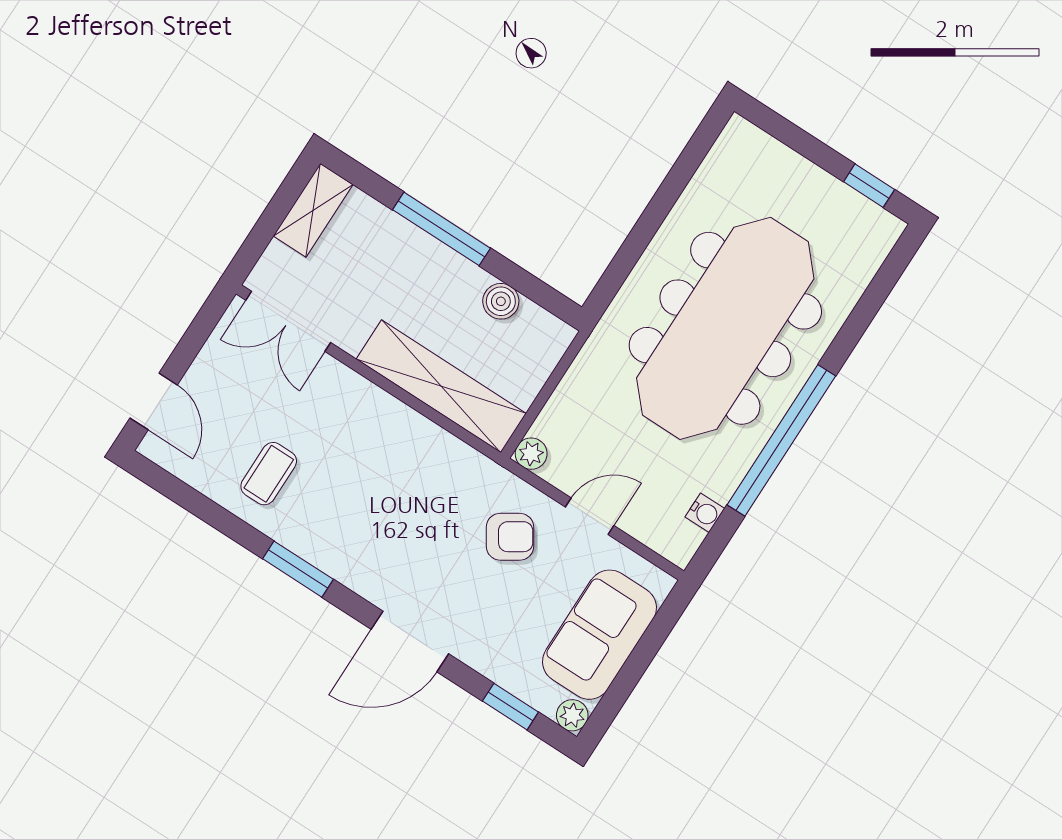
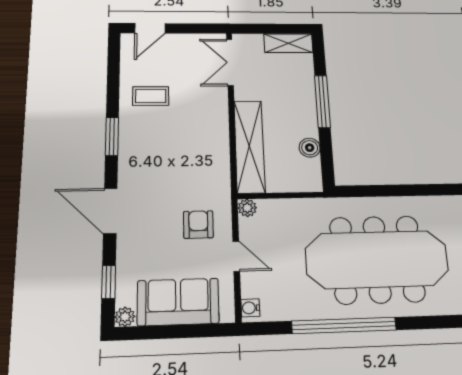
water cooler: (705, 513) -> (250, 308), moved, turned 90
armchair: (510, 537) -> (198, 225), turned -147

